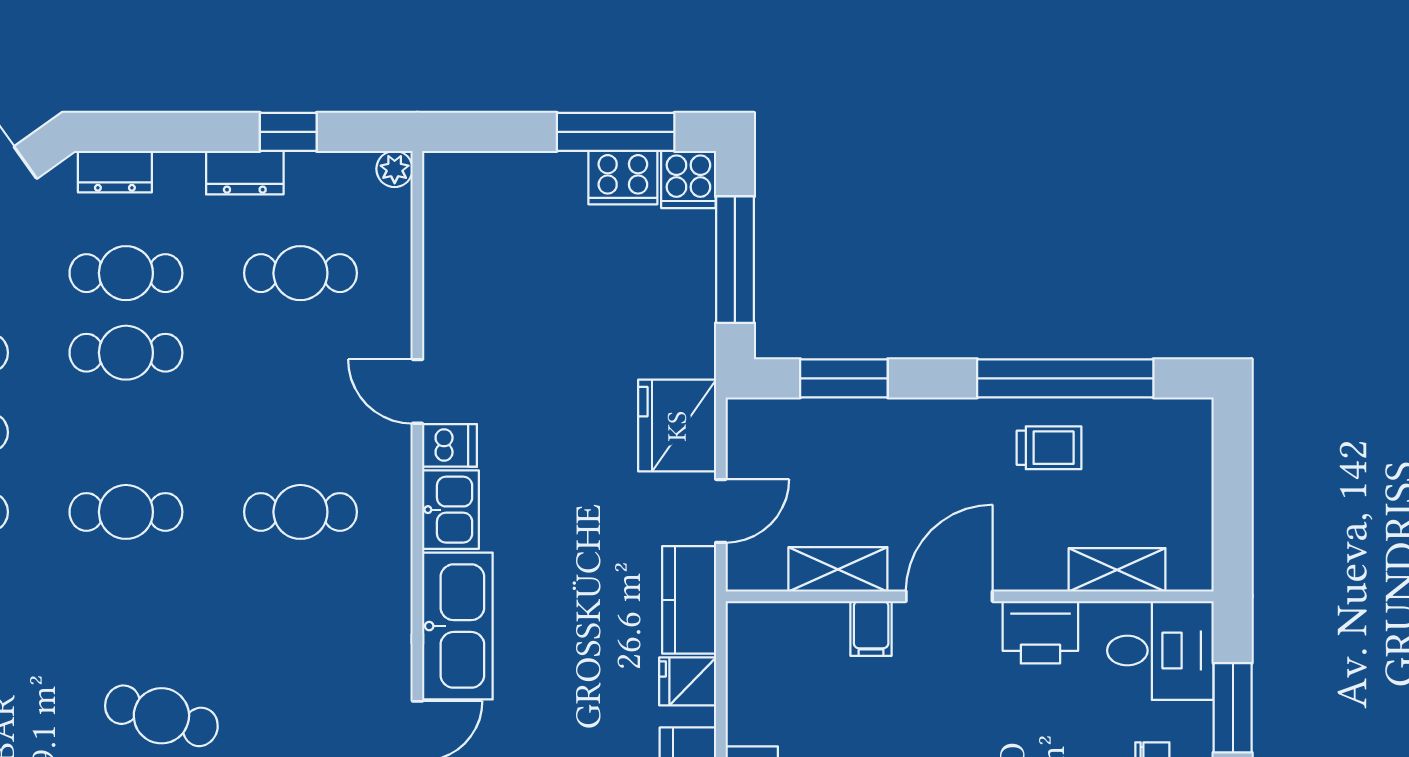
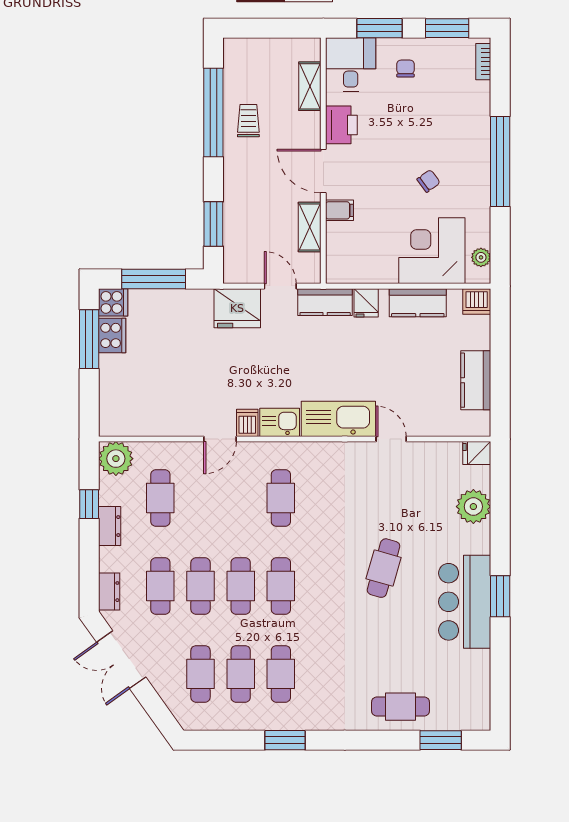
plant: (395, 169) -> (116, 459), width x1.88, depth x1.88
cafe table: (126, 432) -> (241, 586), added

